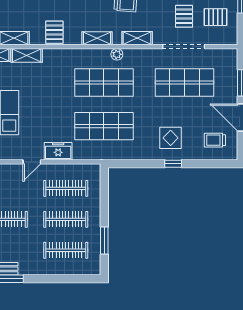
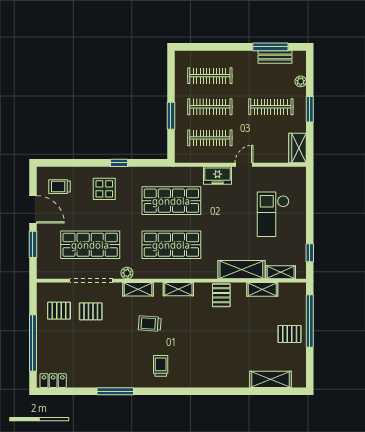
pallet: (184, 16) -> (91, 311), turned 90
plant: (117, 54) -> (127, 273), moved
shelving: (27, 55) -> (241, 270), width x1.50, depth x1.33
trolley: (215, 140) -> (60, 187), turned 180
window: (173, 164) -> (119, 163), moved
window: (104, 241) -> (171, 116), moved

